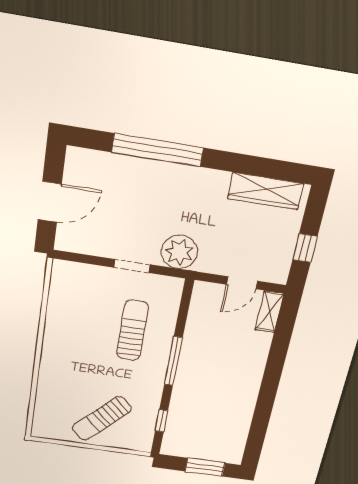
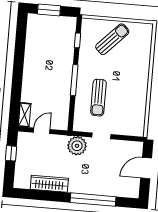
wardrobe: (266, 191) -> (49, 184), moved

